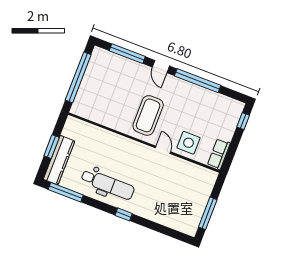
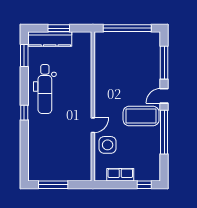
coffee table: (148, 115) -> (141, 116), moved
row of seats: (219, 154) -> (120, 175), moved
window: (66, 192) -> (24, 56), width x0.69

